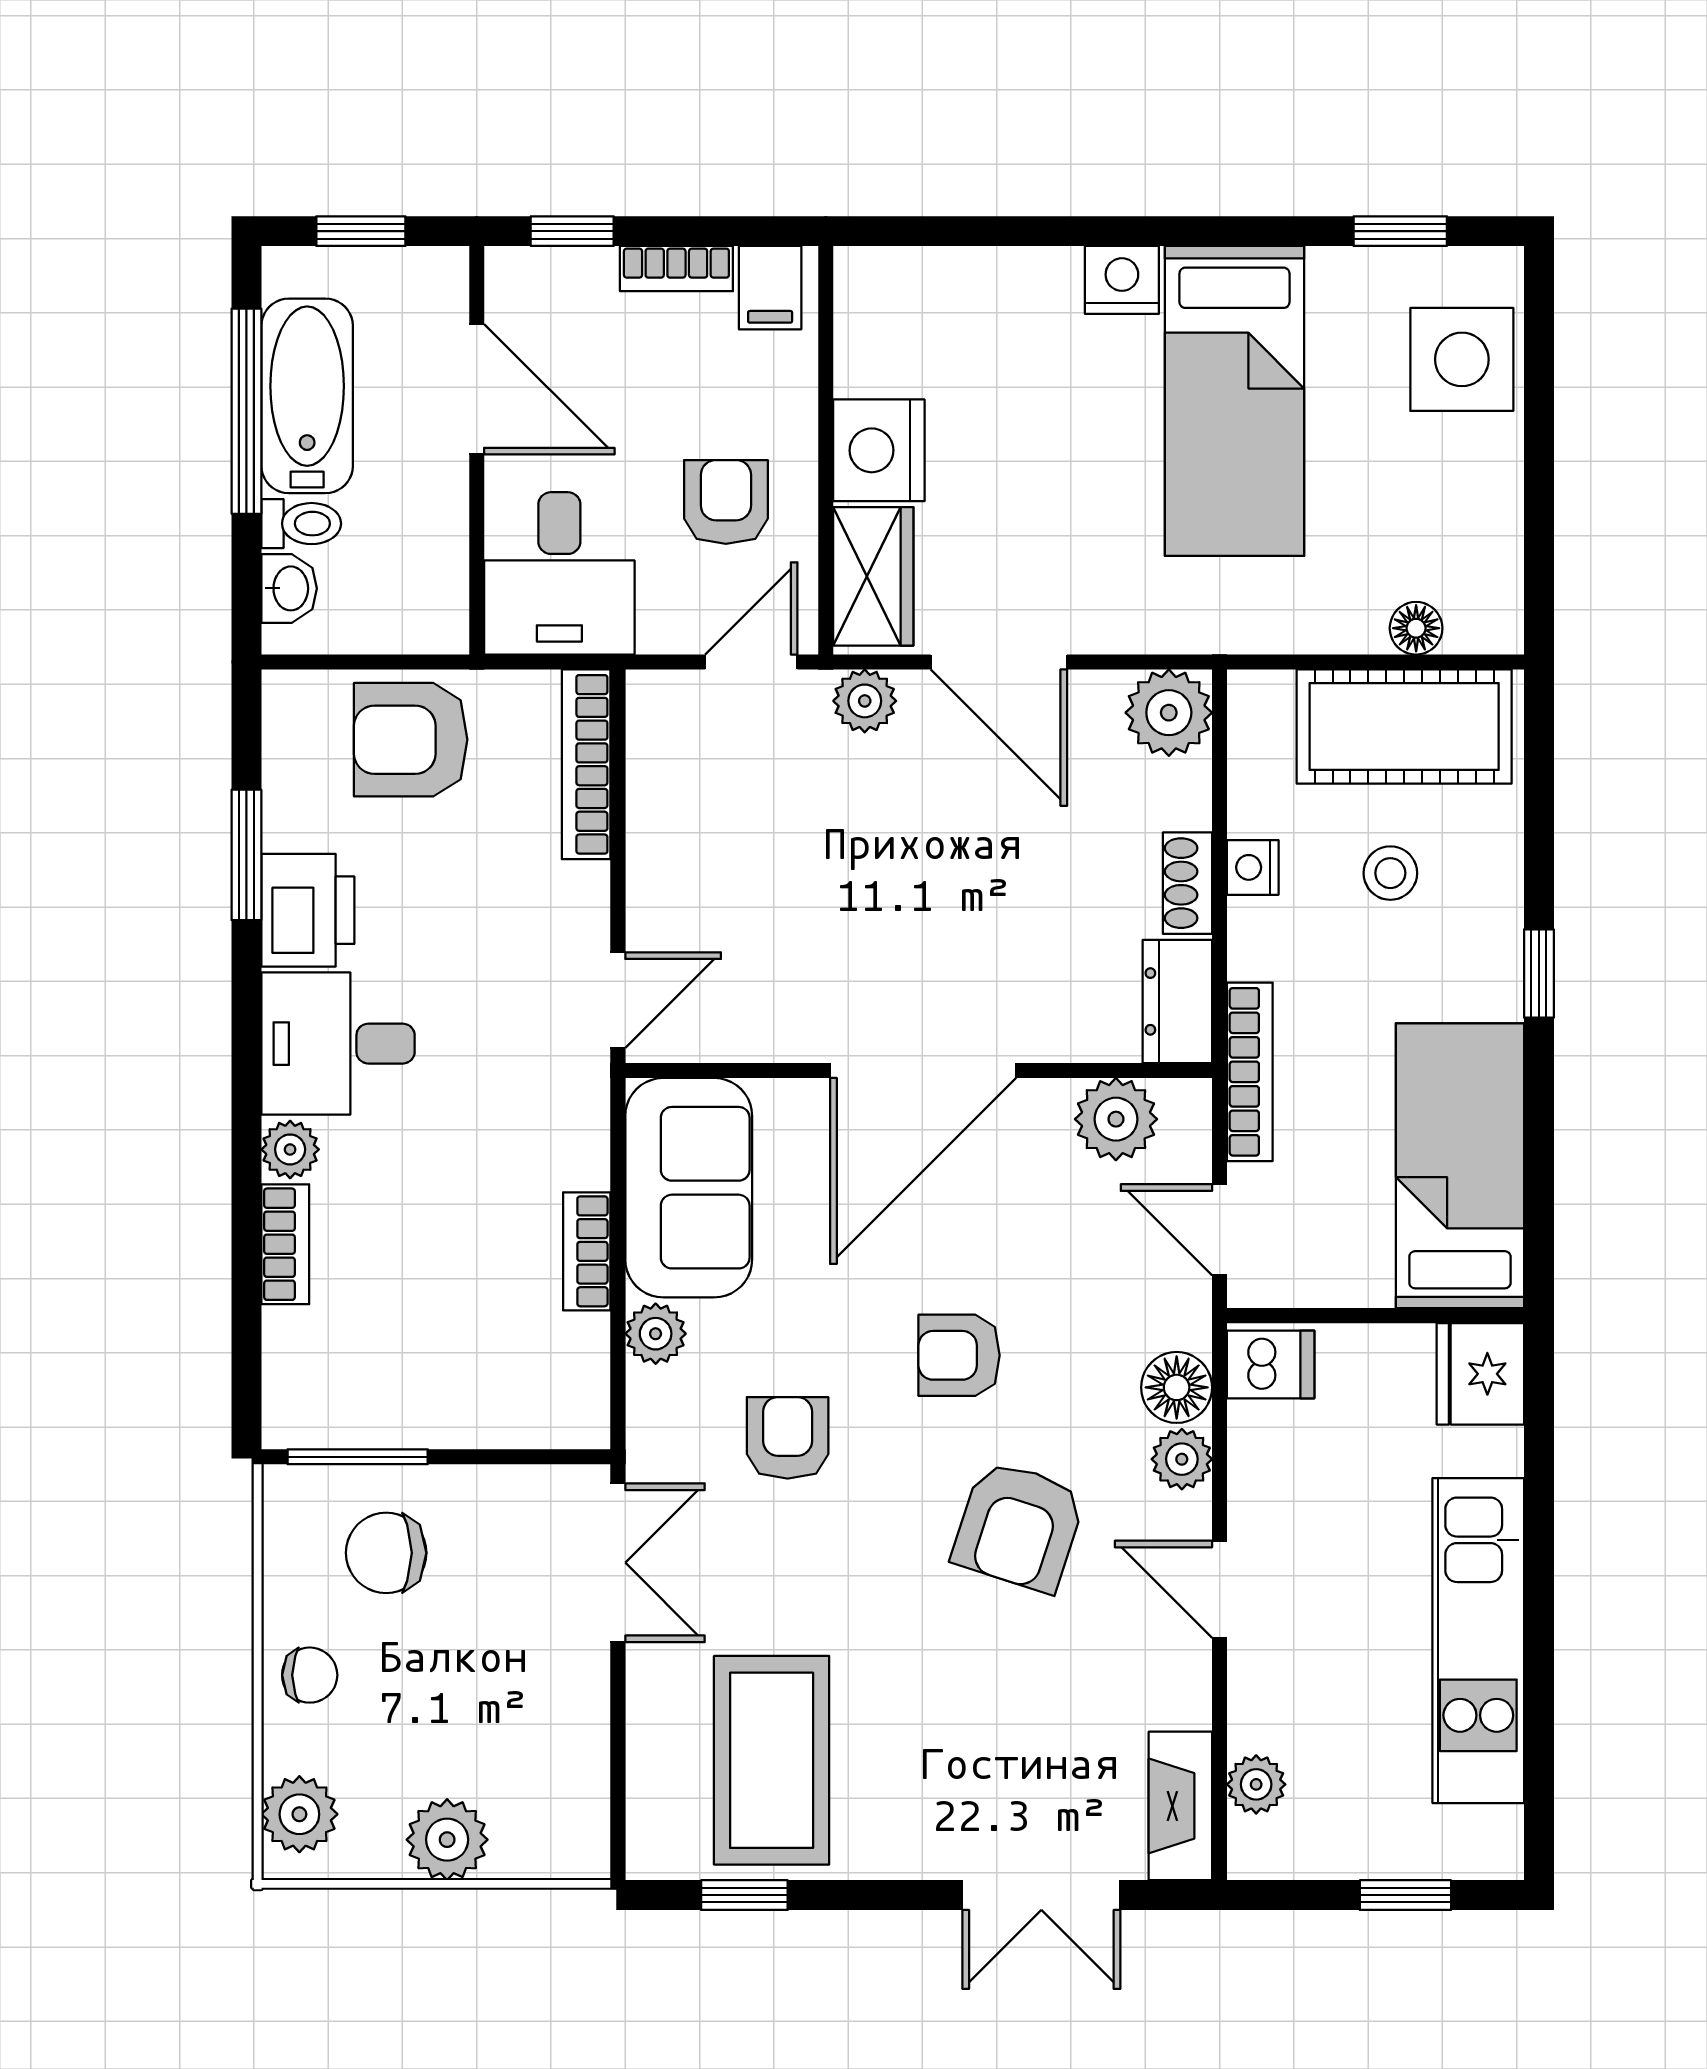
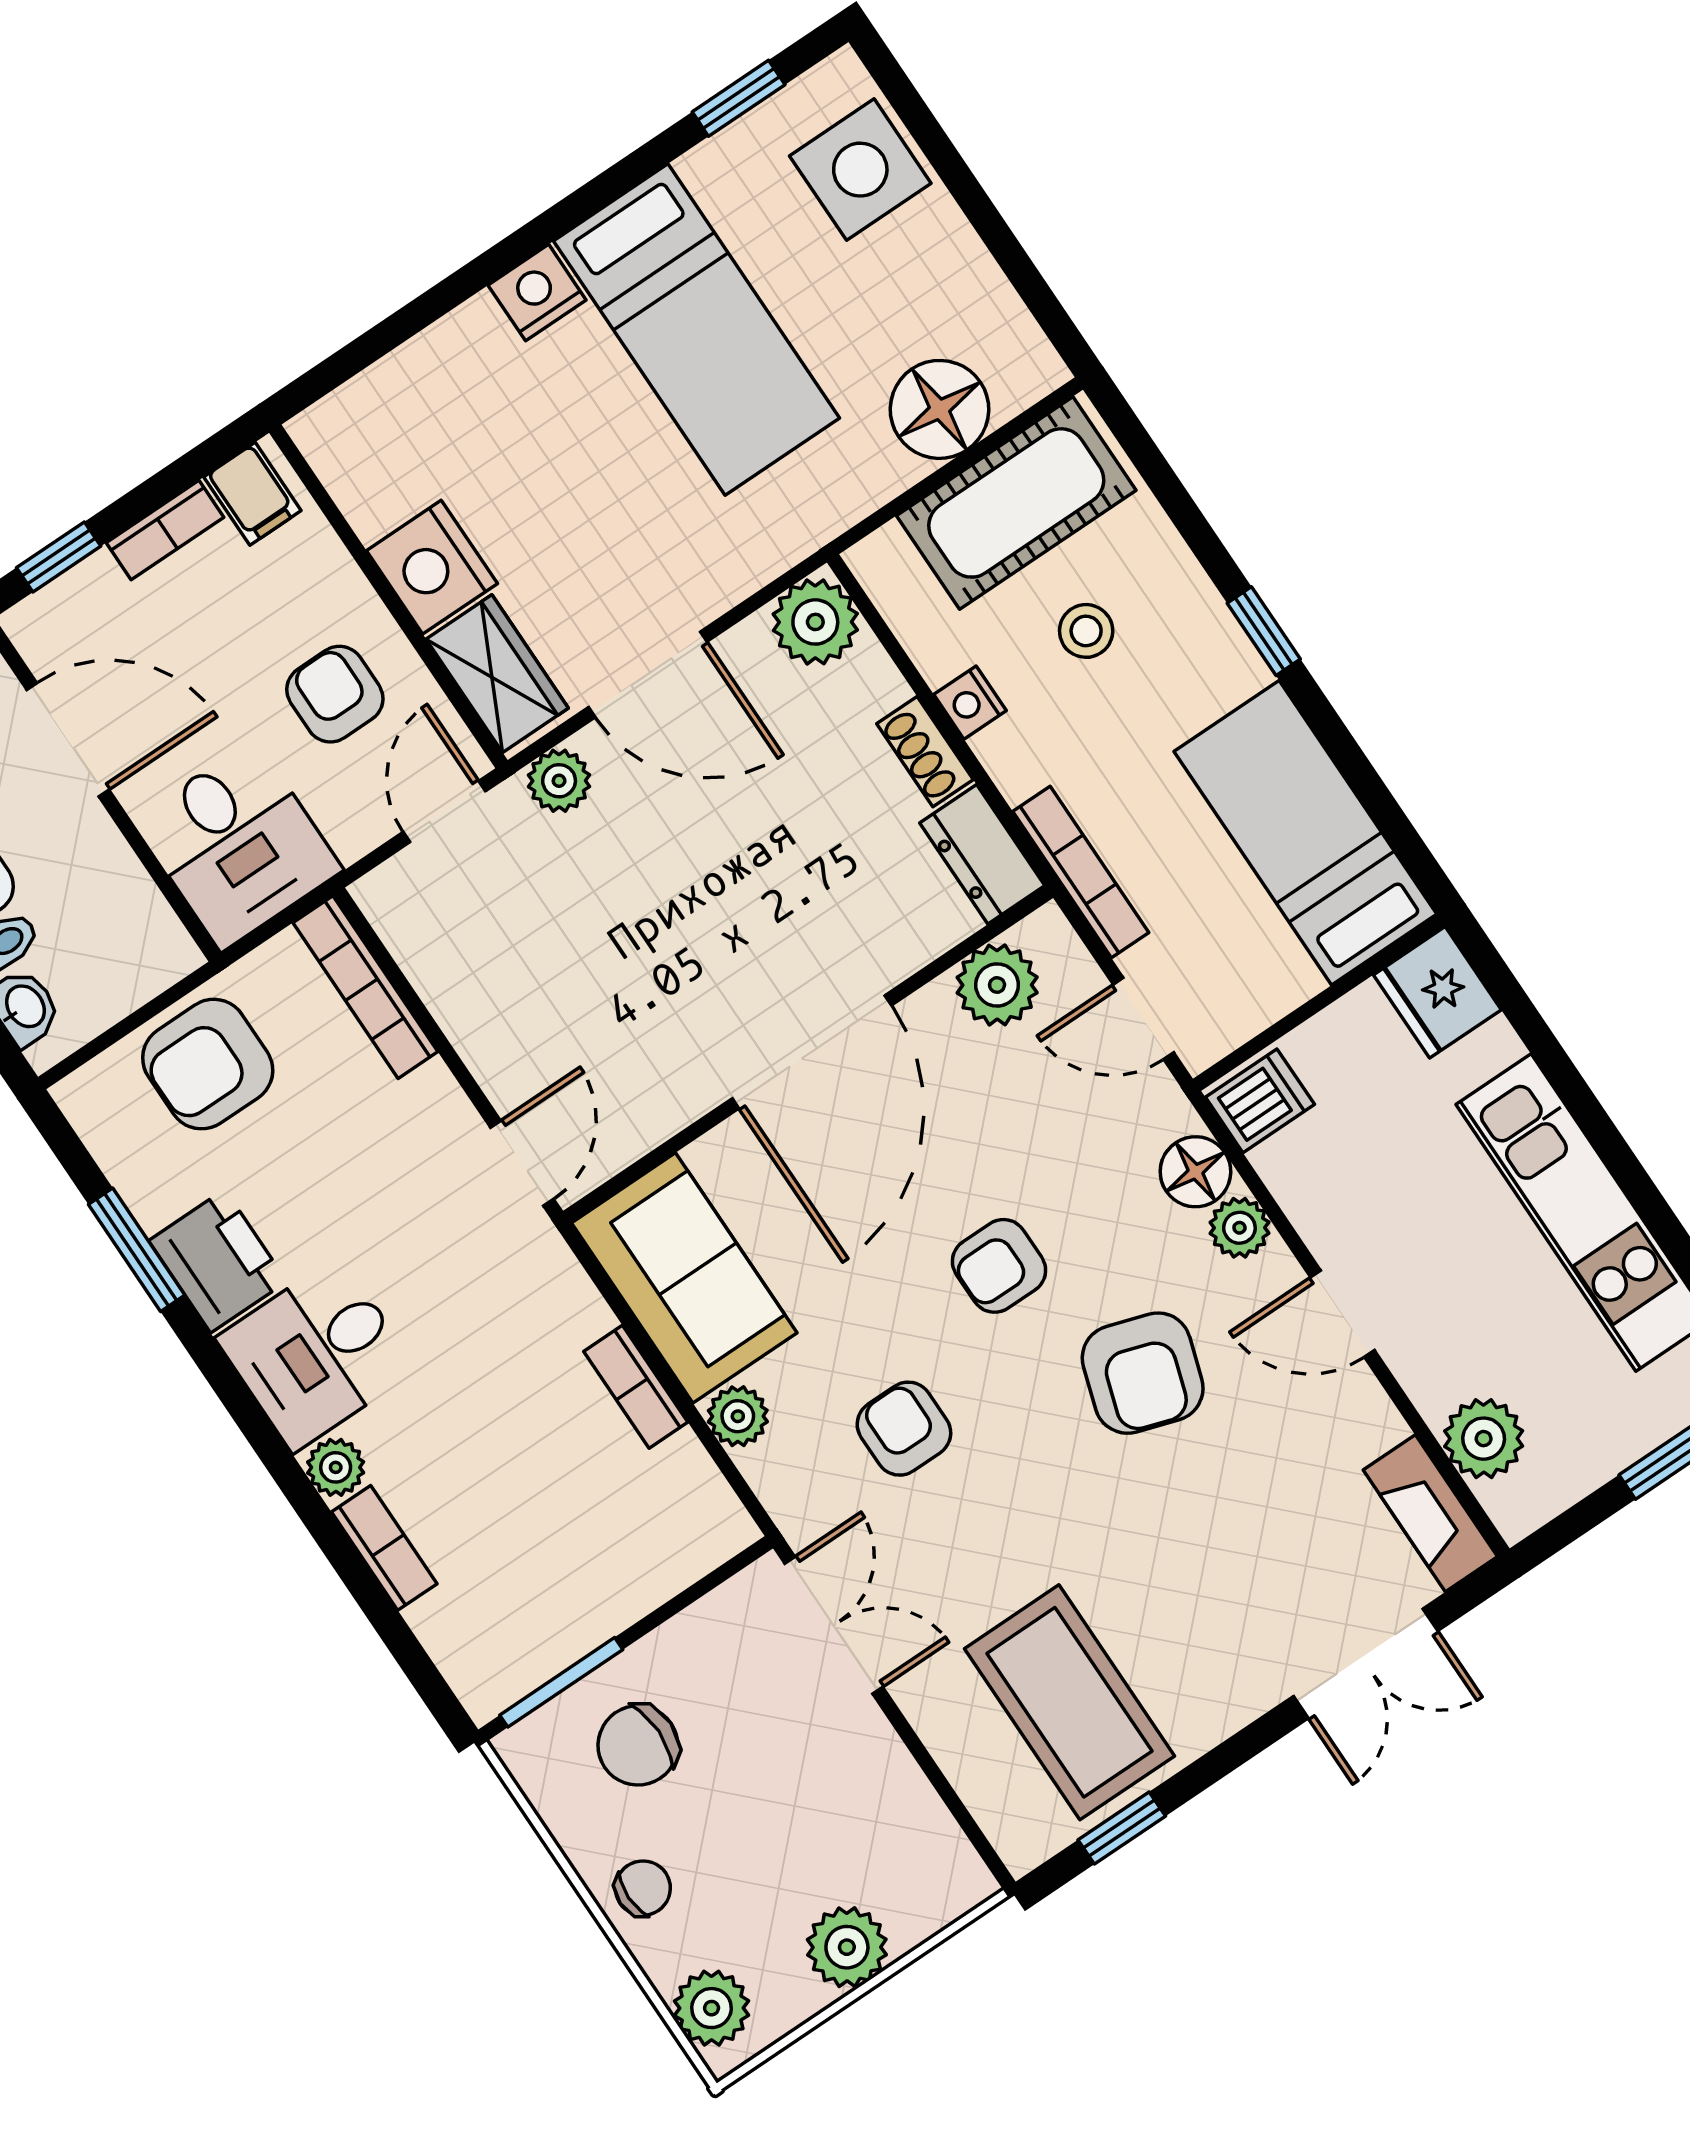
floor lamp: (1416, 628) -> (940, 409), width x1.89, depth x1.89
plant: (1256, 1784) -> (1484, 1439), width x1.38, depth x1.38

